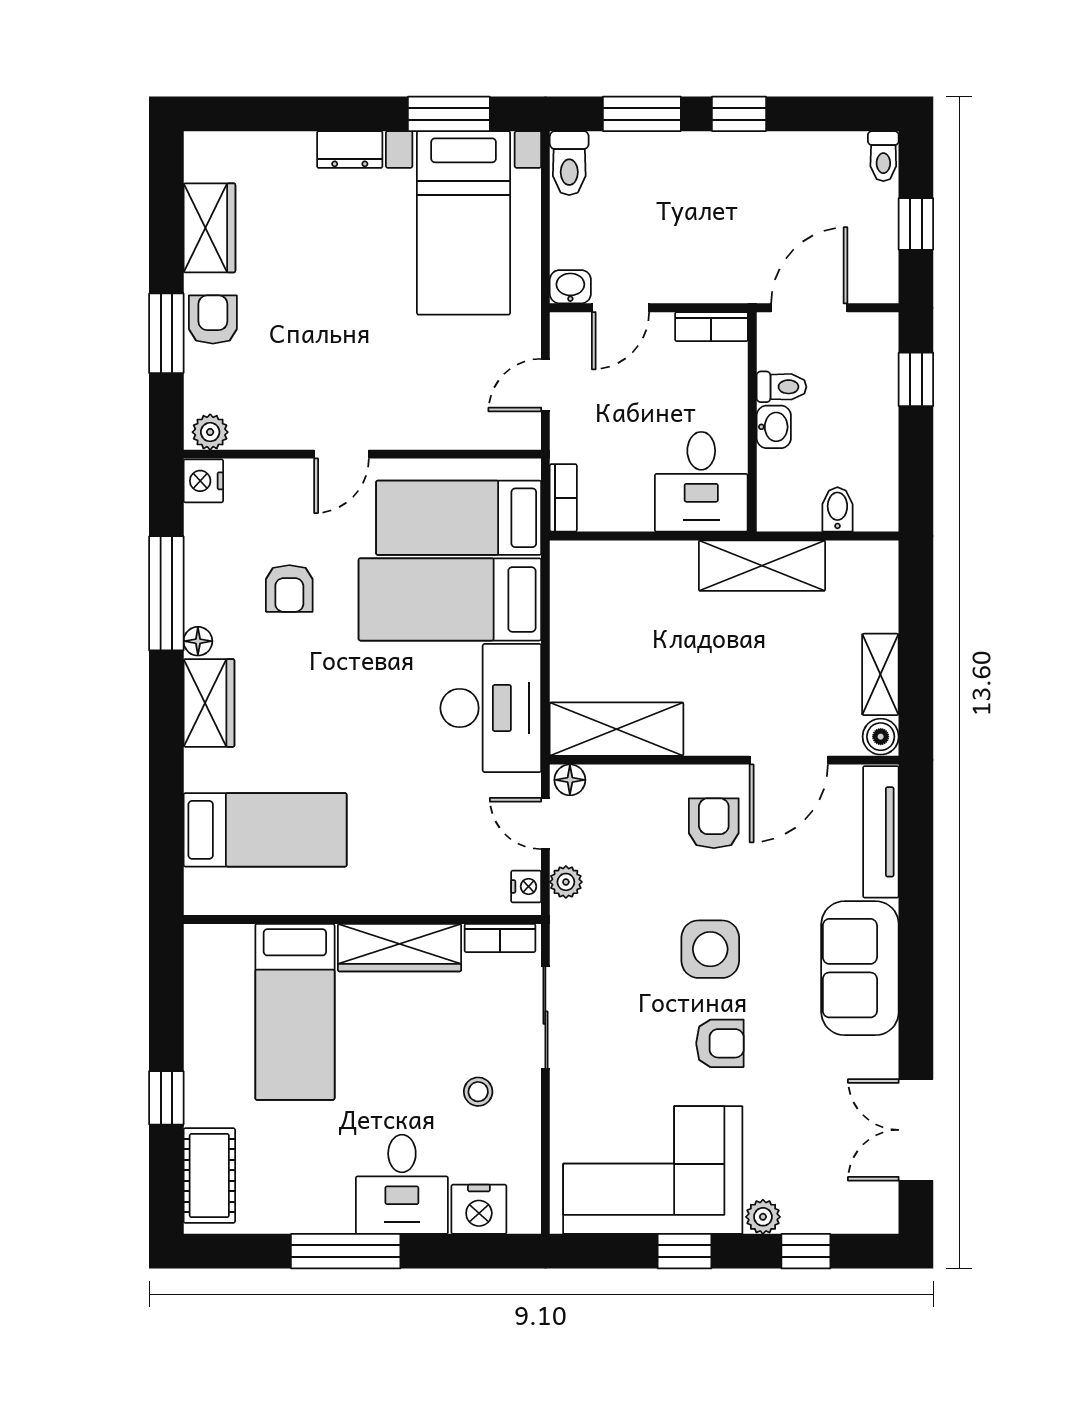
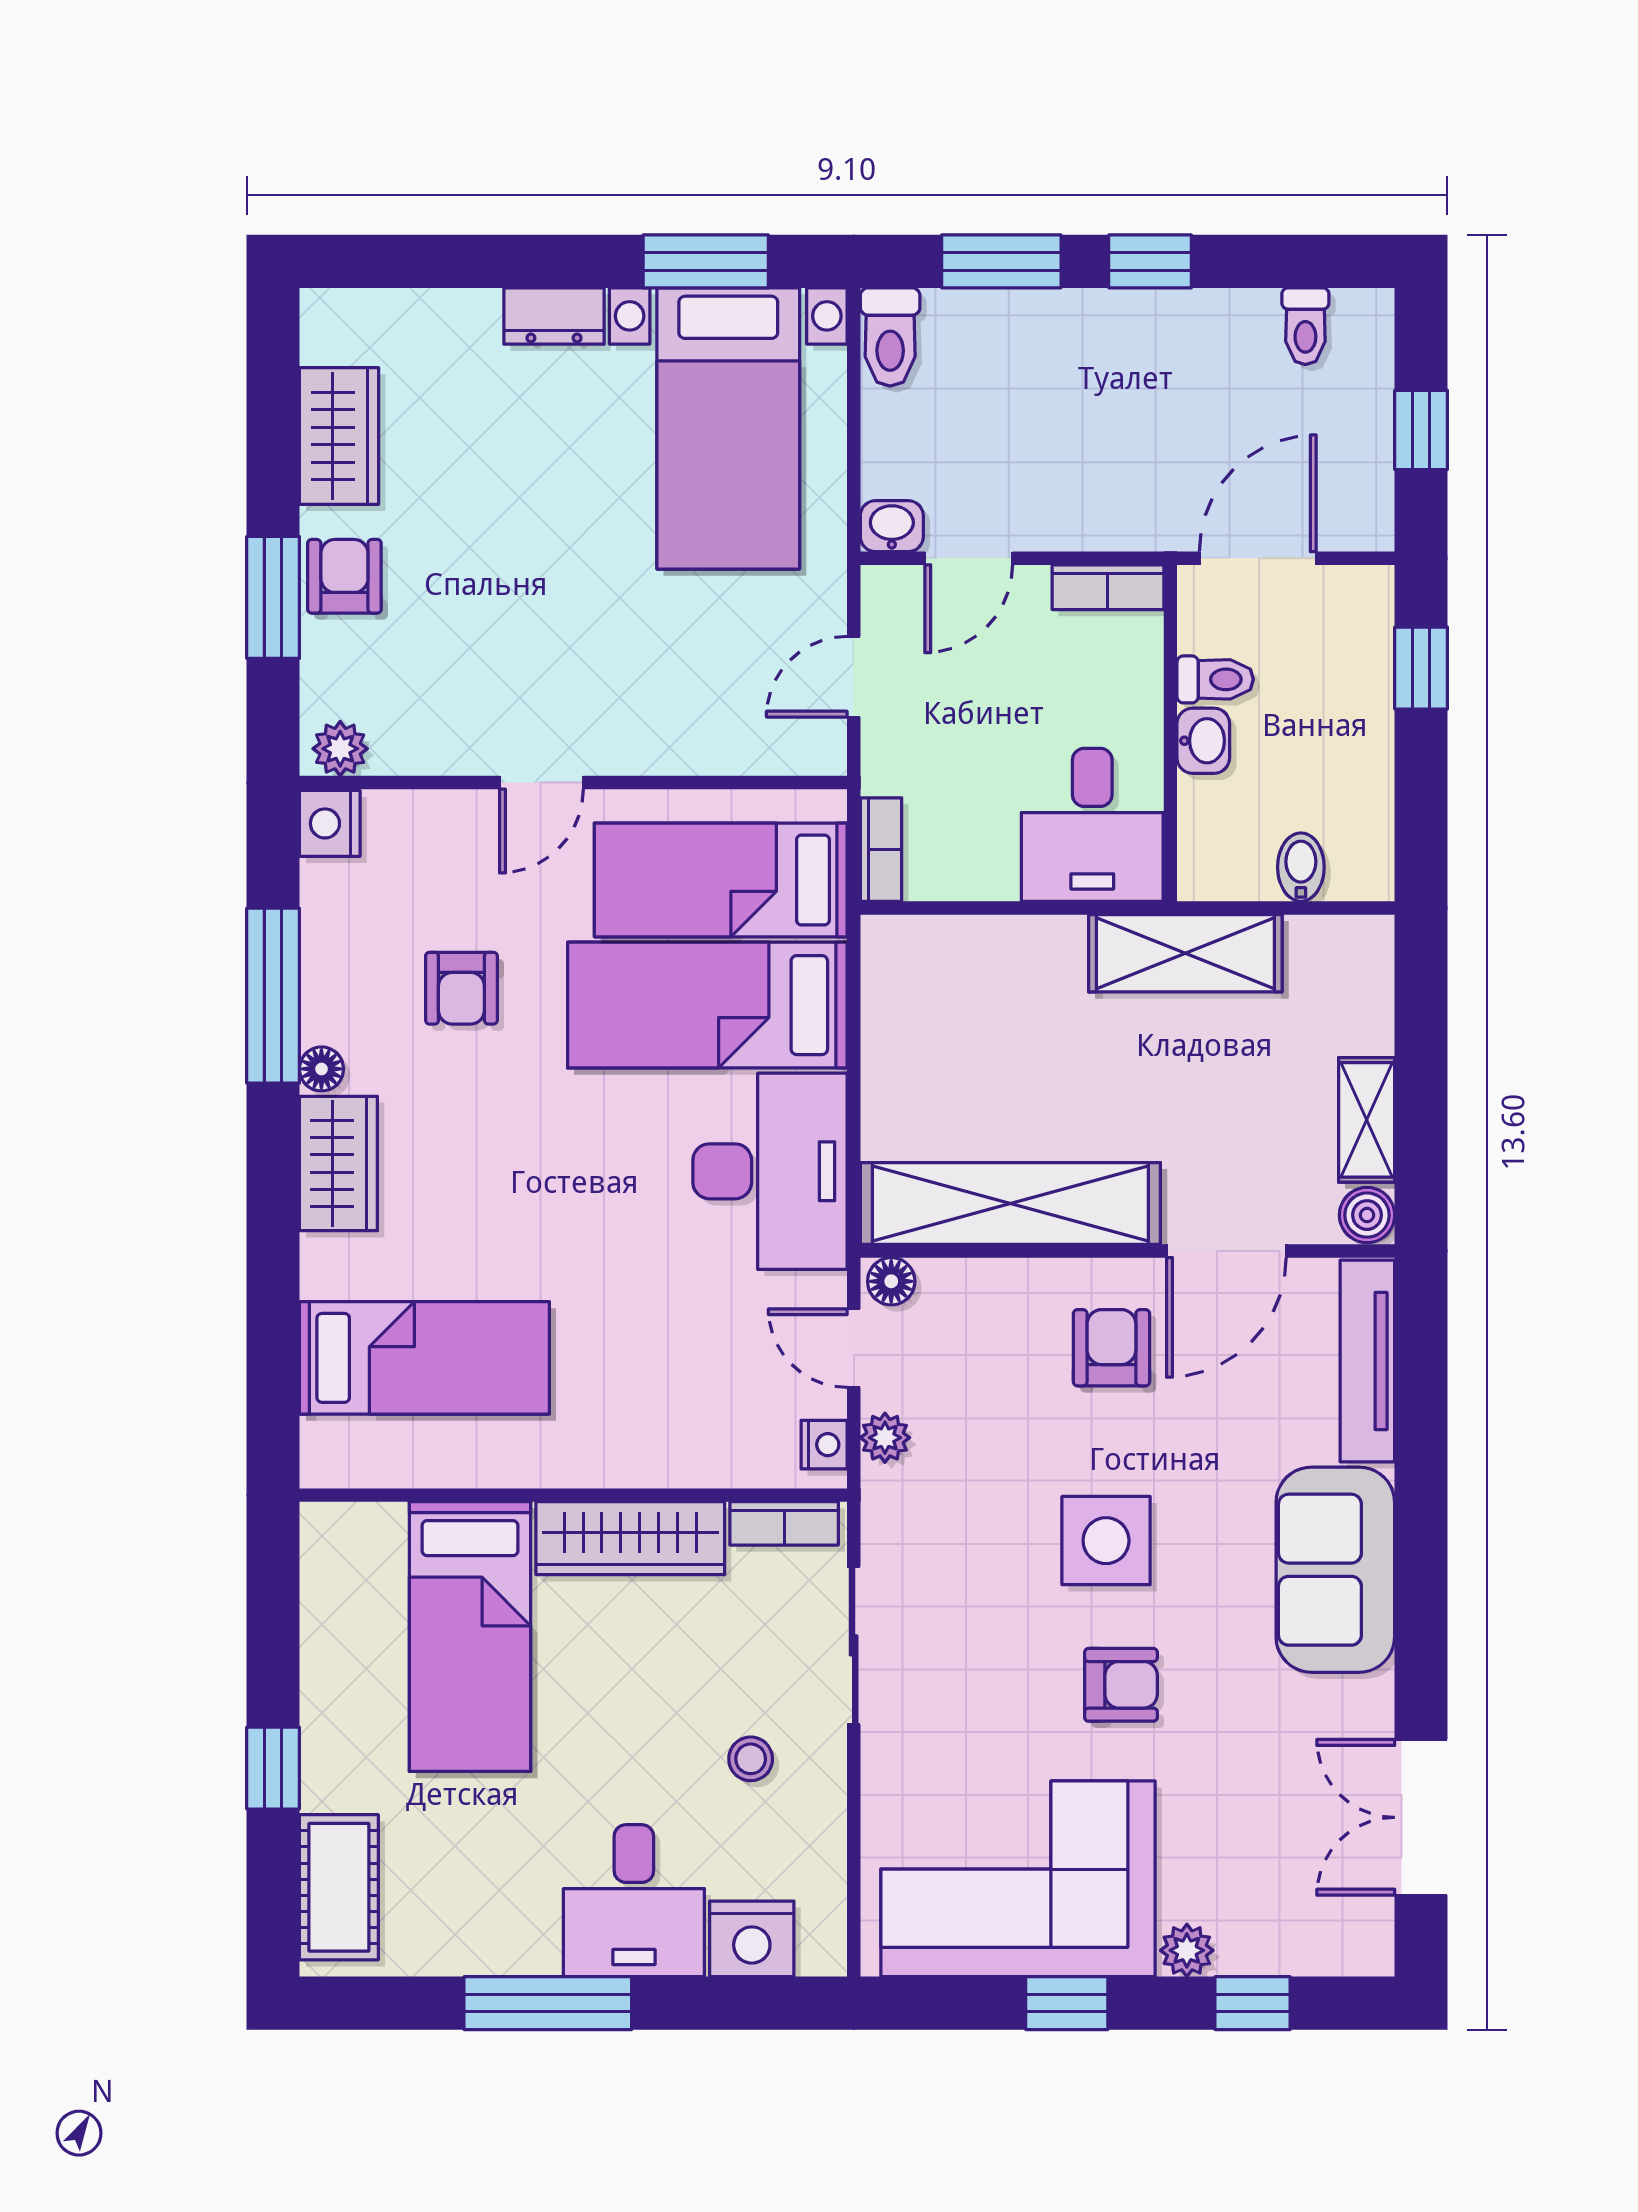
toilet: (883, 156) -> (1305, 326), moved
shelving: (617, 729) -> (1010, 1203), width x1.47

